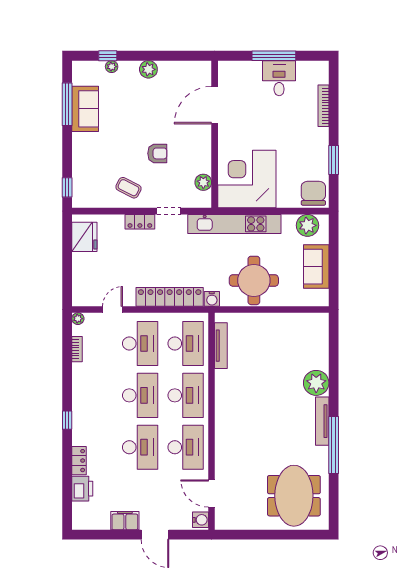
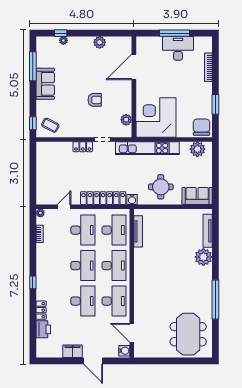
plant: (148, 69) -> (100, 42), moved
desk: (279, 78) -> (178, 48), width x1.37
sofa: (85, 109) -> (45, 84), moved
coffee table: (129, 188) -> (50, 125), moved
fridge: (84, 237) -> (45, 157), removed
sofa: (316, 267) -> (197, 196), moved, turned 90
round table: (254, 280) -> (161, 187), width x0.73, depth x0.73
tv unit: (322, 421) -> (208, 231), moved

